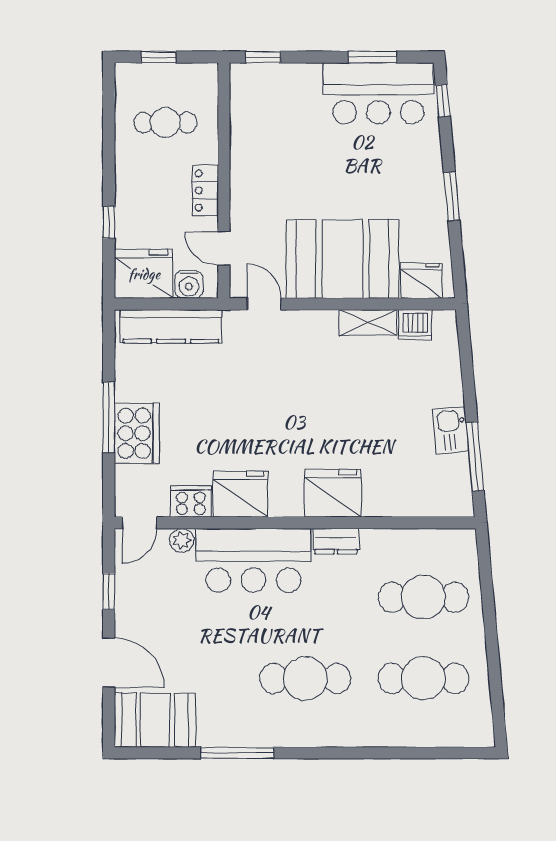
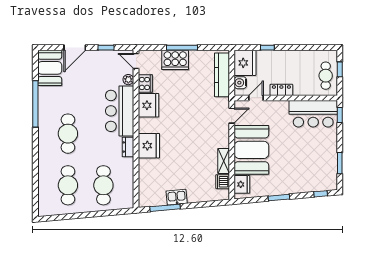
bar counter: (378, 93) -> (313, 114), moved, turned -90
cafe table: (165, 123) -> (326, 76), moved
window: (237, 753) -> (35, 104), width x1.46

